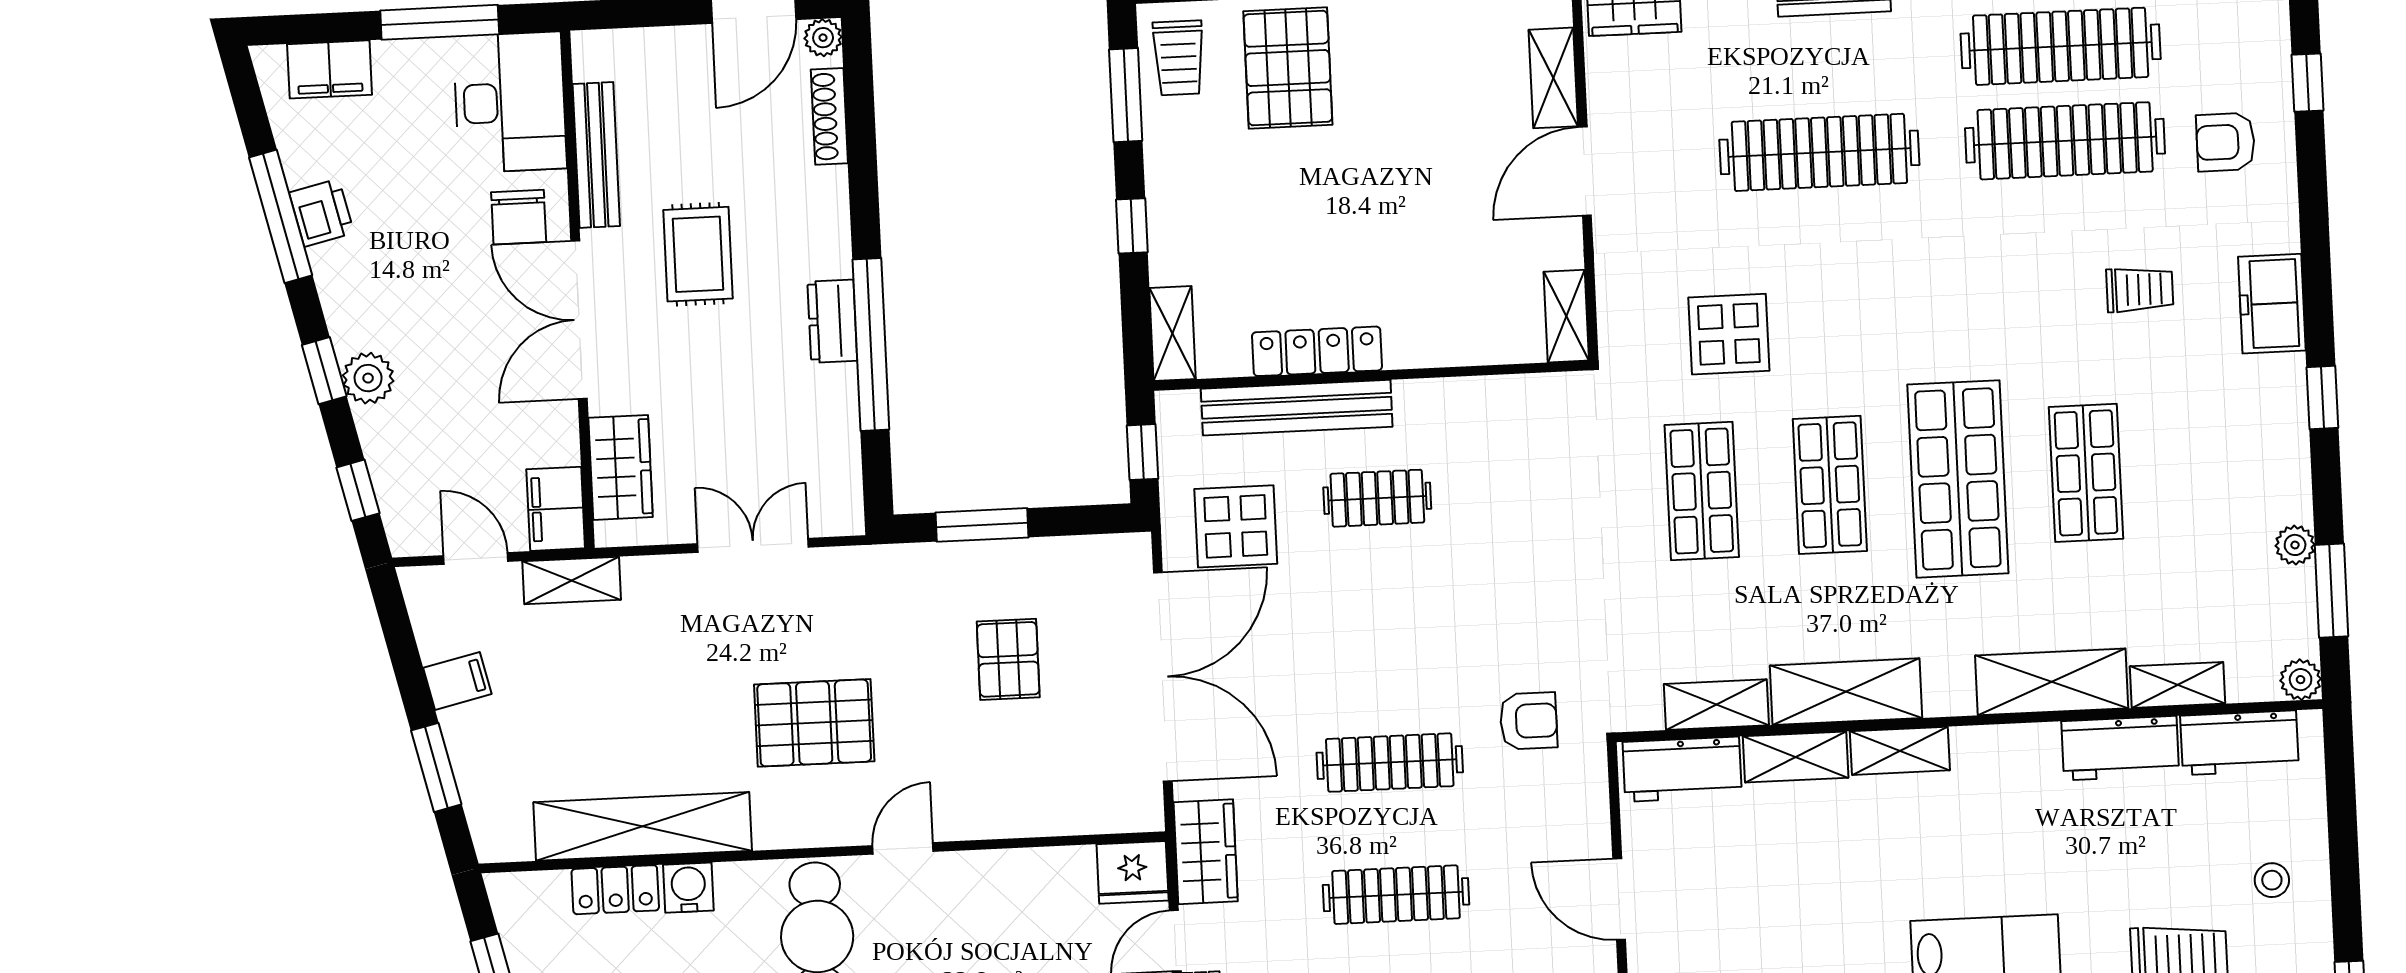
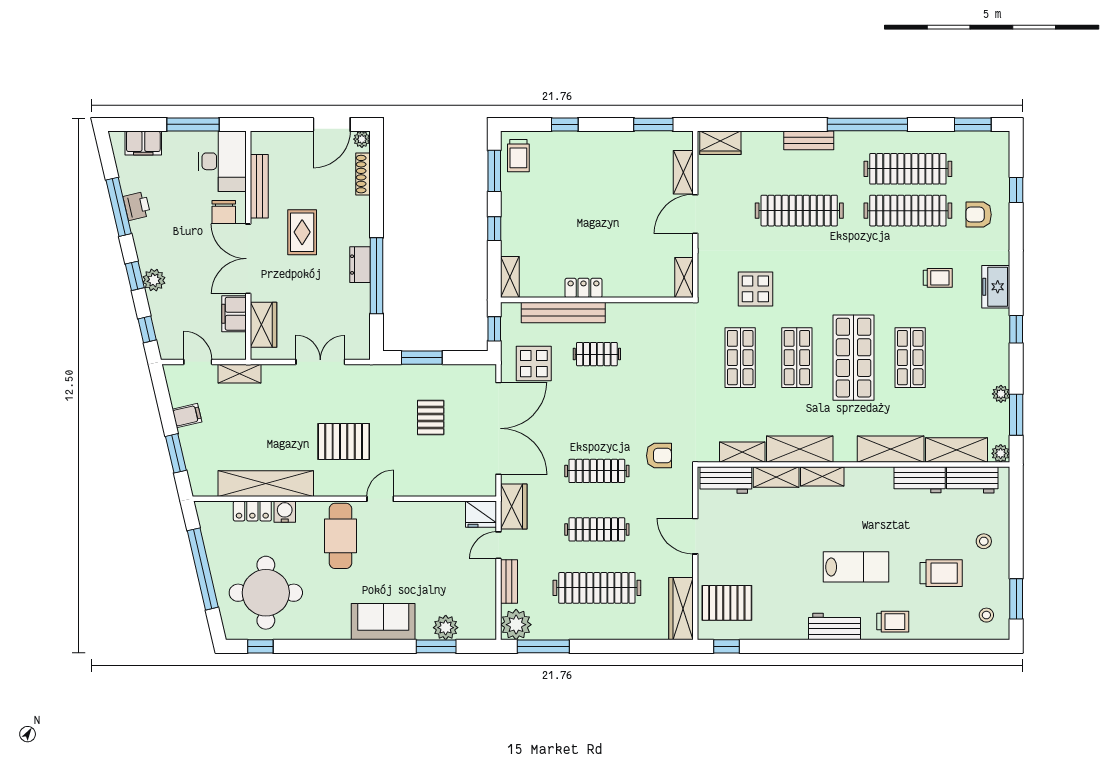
pallet: (1288, 68) -> (566, 162), removed
locker: (1317, 351) -> (583, 288), width x0.66
filing cabinet: (556, 509) -> (234, 314), moved
shelving: (2178, 685) -> (956, 450), width x1.50, depth x1.33

